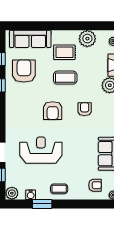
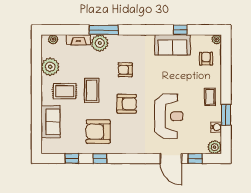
sofa: (30, 39) -> (50, 122), width x0.73
rug: (64, 52) -> (65, 91), turned 90
armchair: (24, 71) -> (98, 132), moved
reception desk: (41, 150) -> (169, 116), turned 180

